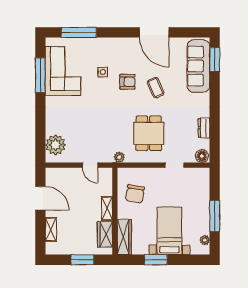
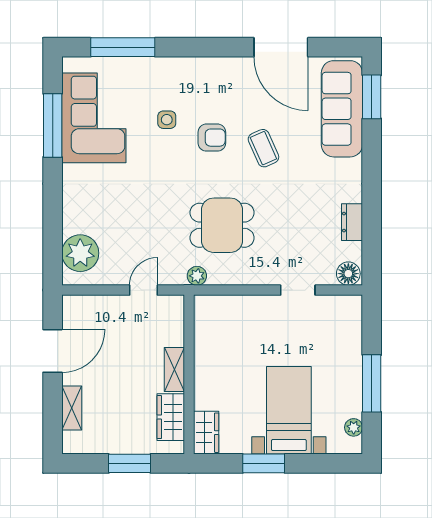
door: (154, 32) -> (281, 47), moved
dining table: (149, 133) -> (222, 225), moved, turned 90
door: (90, 165) -> (144, 290), swing flipped
chair: (135, 194) -> (226, 343), removed
door: (40, 198) -> (53, 351), hinge flipped
wardrobe: (124, 237) -> (206, 433), width x0.67

